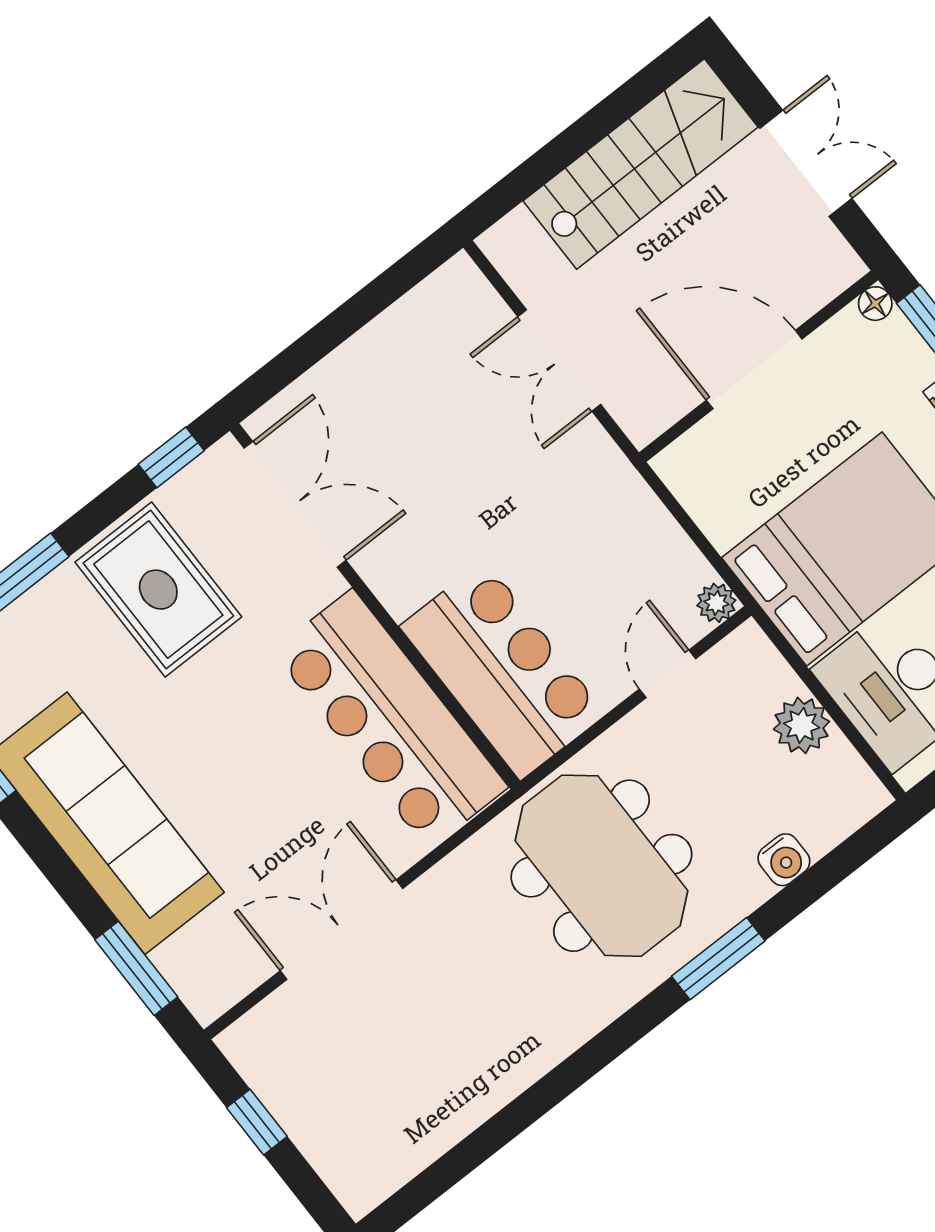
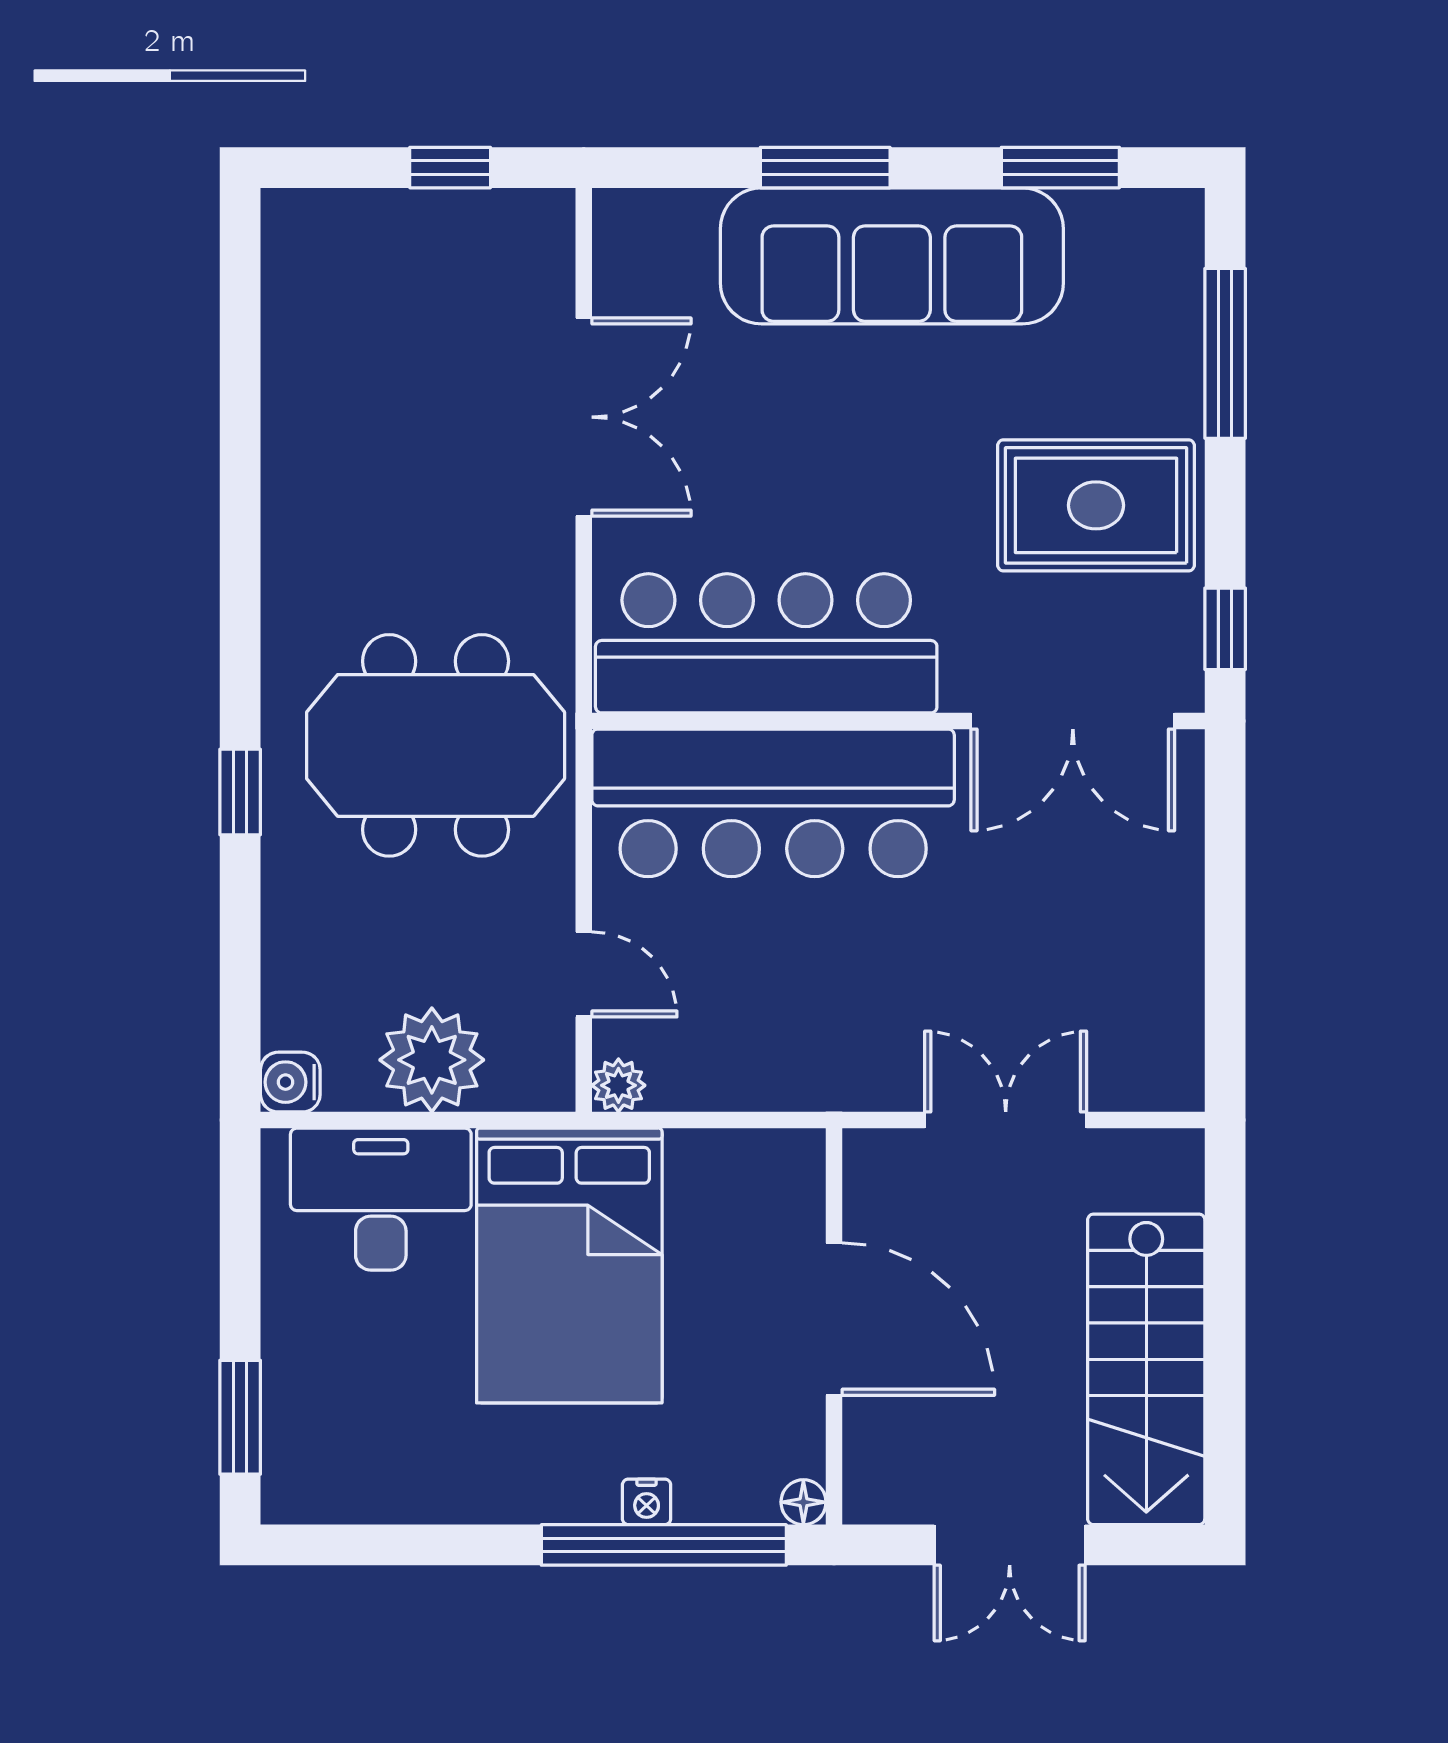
door: (754, 370) -> (834, 1319), hinge flipped
bar counter: (502, 670) -> (773, 803), width x1.36
plant: (802, 725) -> (432, 1060), width x1.36, depth x1.36
water cooler: (784, 860) -> (290, 1082), moved
window: (718, 959) -> (240, 792), width x0.67
window: (136, 968) -> (825, 168), moved

